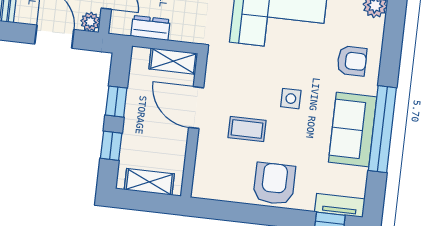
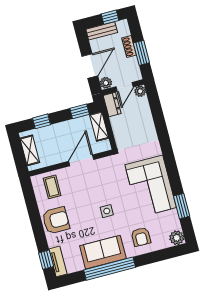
dresser: (150, 28) -> (112, 104), moved
shelving: (173, 61) -> (99, 126), moved
window: (116, 102) -> (80, 111), moved
coffee table: (247, 129) -> (52, 187), moved

